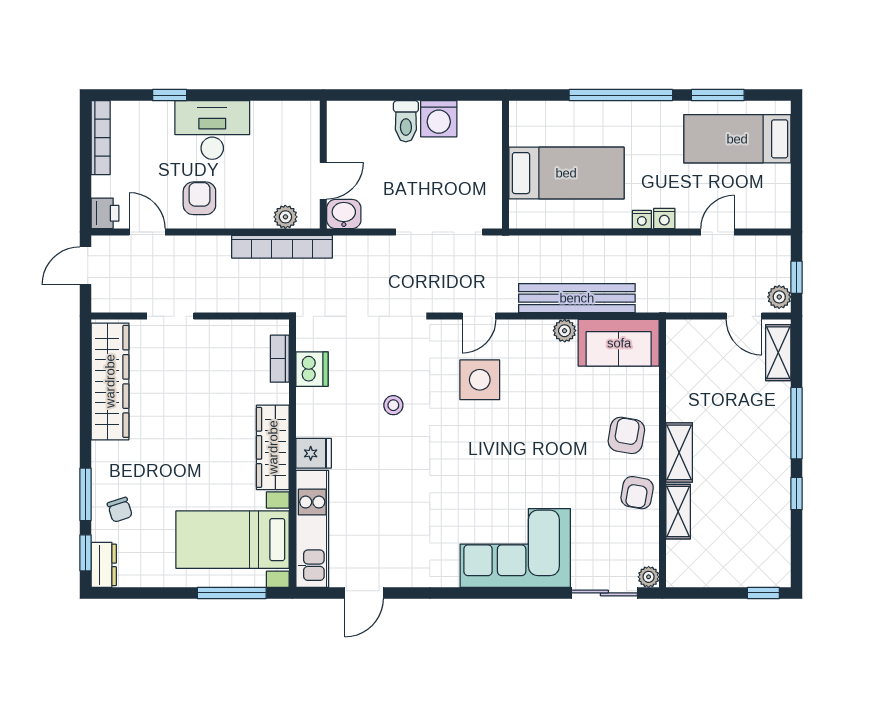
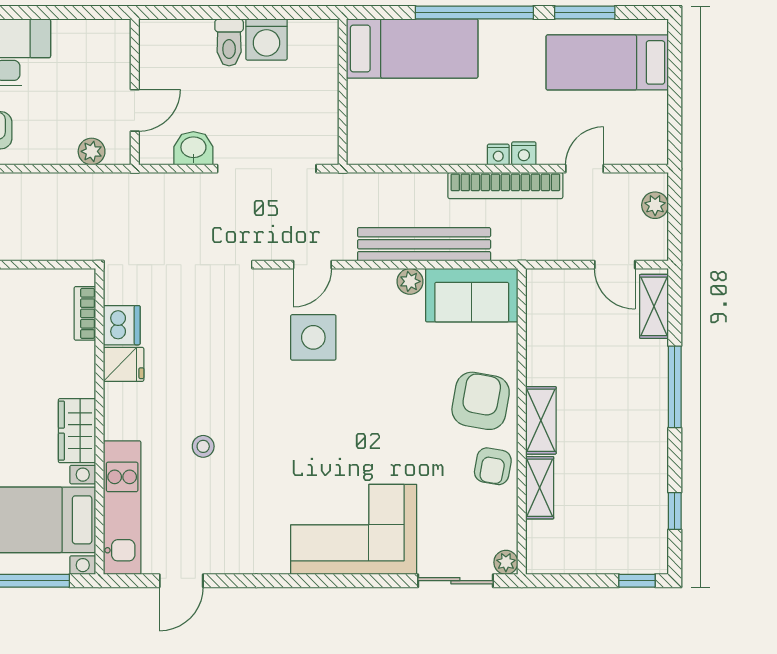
bed: (566, 173) -> (412, 49), moved
washbasin: (344, 214) -> (193, 148), moved
bookcase: (282, 247) -> (505, 186), moved
window: (796, 277) -> (675, 220), removed
plant: (779, 297) -> (655, 205), moved
stool: (393, 405) -> (203, 446), moved
armchair: (626, 435) -> (481, 401), width x1.38, depth x1.38
wardrobe: (273, 447) -> (77, 431), width x0.67
fridge: (314, 453) -> (124, 364), moved
window: (796, 494) -> (675, 511), moved

